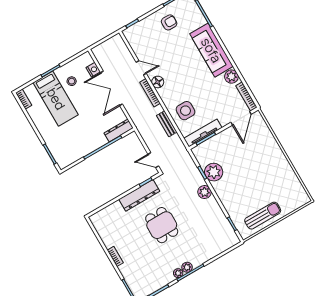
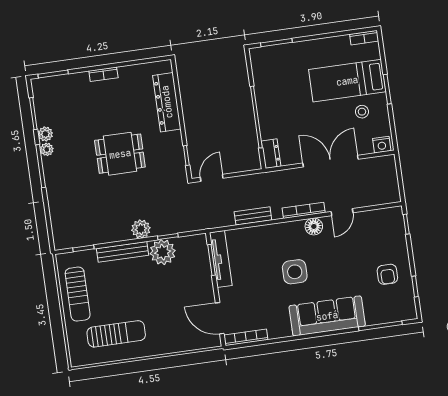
nightstand: (93, 70) -> (382, 145), moved
plant: (231, 77) -> (281, 328), removed
side table: (185, 111) -> (295, 272), moved
dresser: (119, 130) -> (271, 154), width x0.70
sun lounger: (278, 180) -> (116, 334), added
dresser: (139, 195) -> (167, 102), moved
bench: (224, 198) -> (122, 252), added
plant: (187, 267) -> (45, 134), moved

